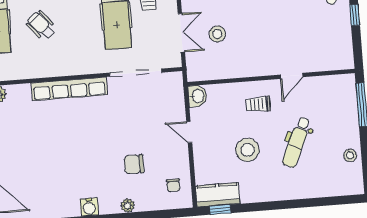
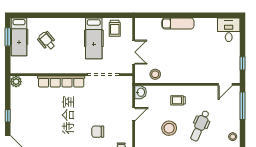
window: (355, 15) -> (242, 63), moved
stool: (217, 34) -> (155, 74), moved
door: (292, 76) -> (225, 84), moved
door: (189, 132) -> (134, 114), swing flipped

